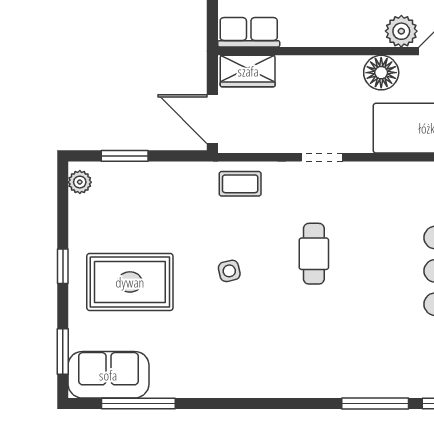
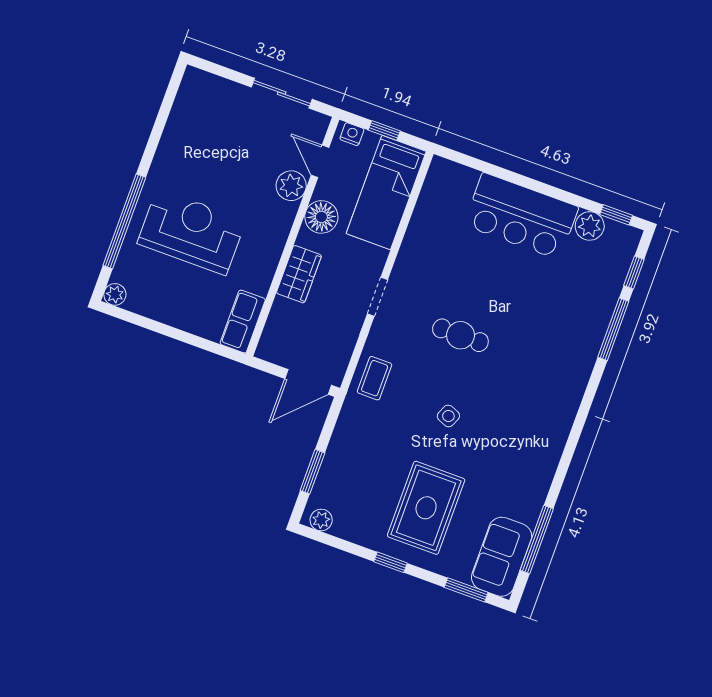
wardrobe: (248, 71) -> (299, 274), moved
side table: (229, 271) -> (448, 416), turned 36

